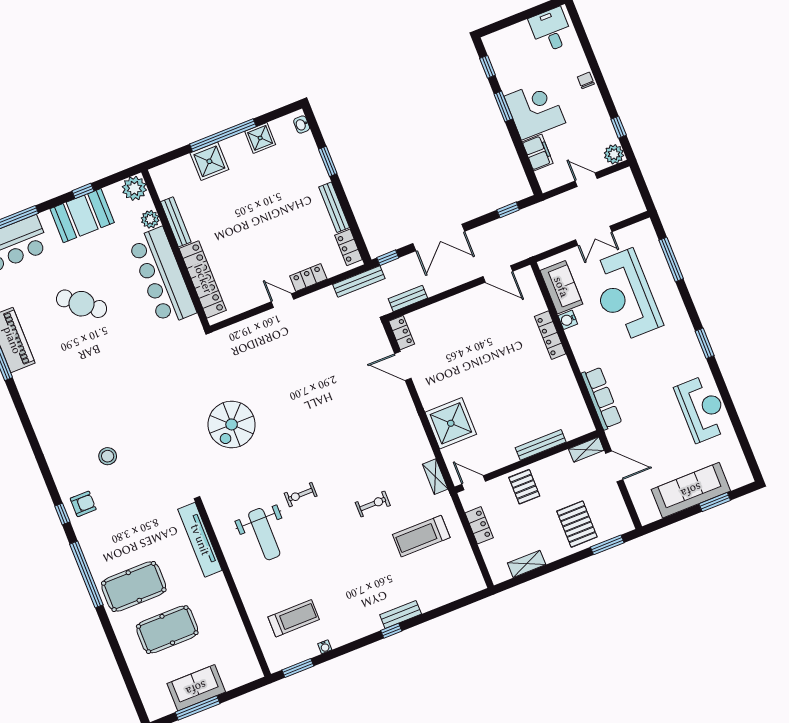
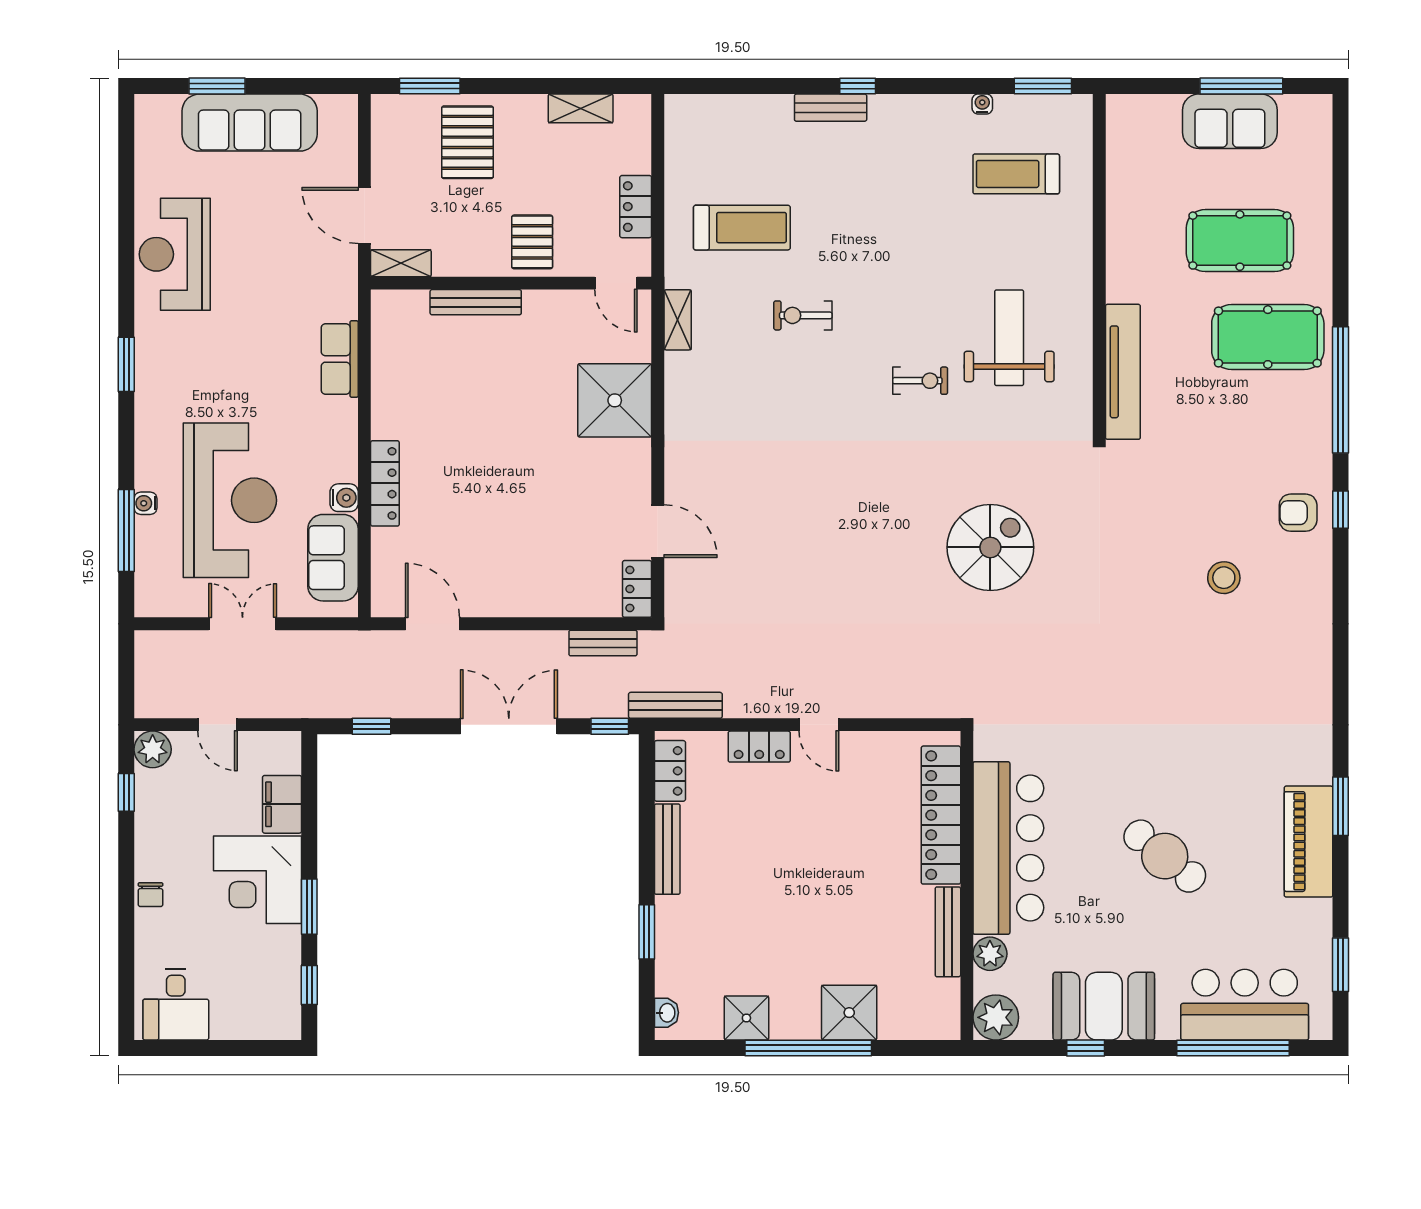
water cooler: (667, 277) -> (146, 503), added
row of seats: (602, 398) -> (340, 359), width x0.68

